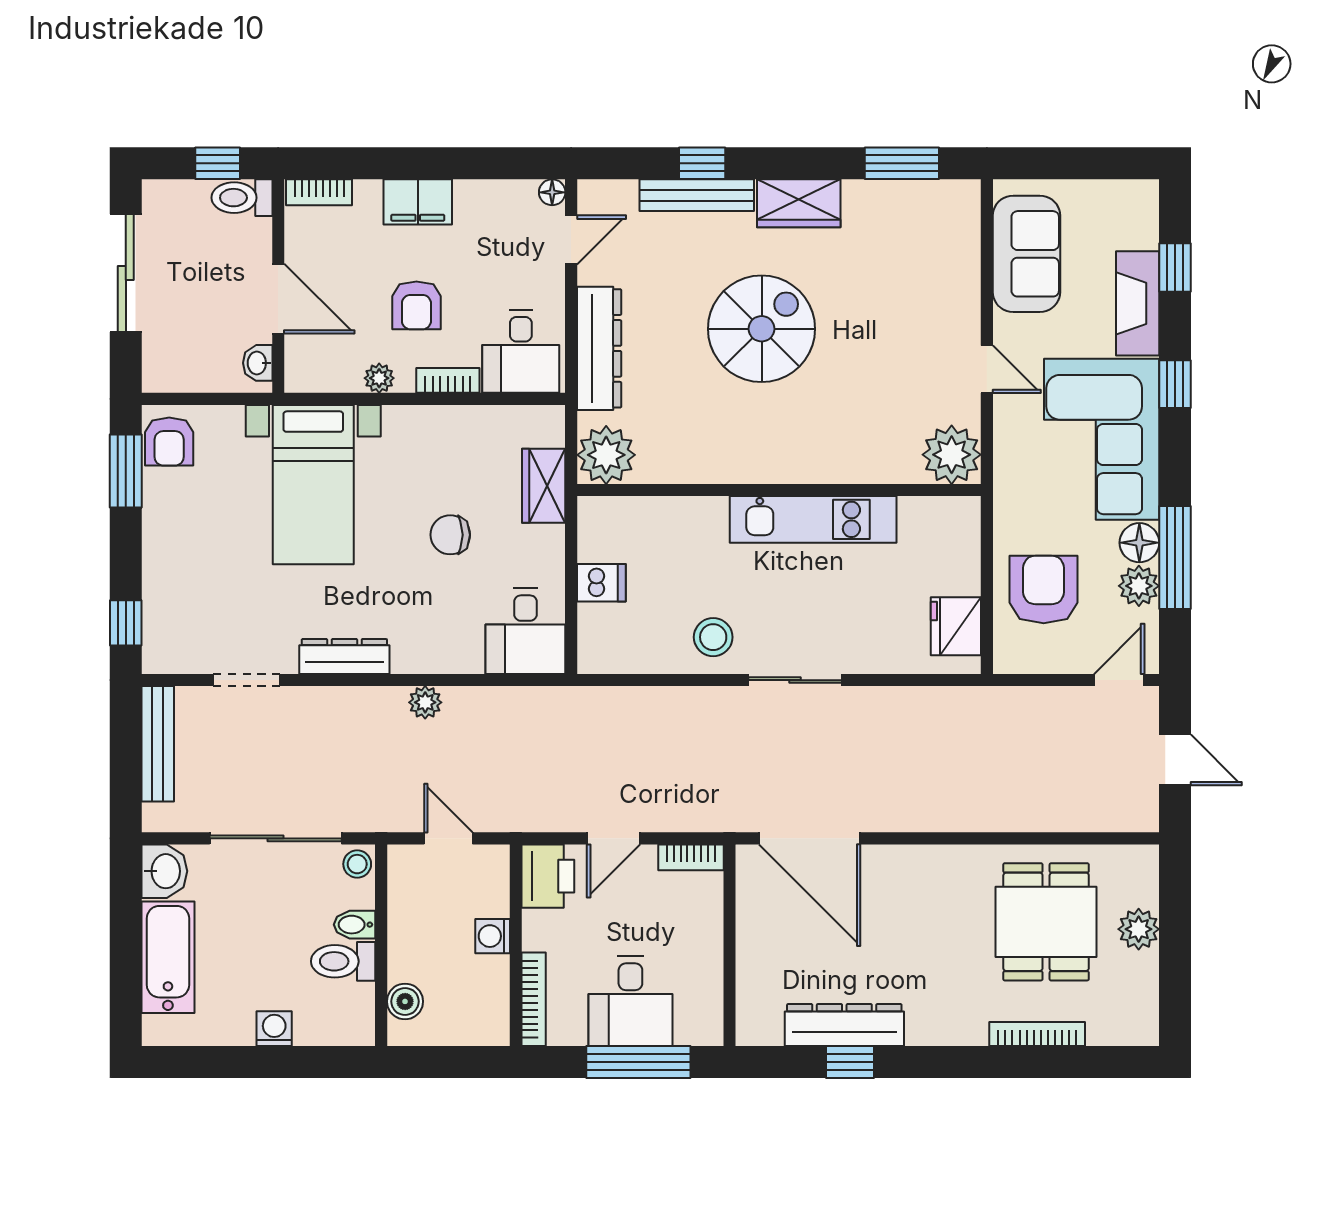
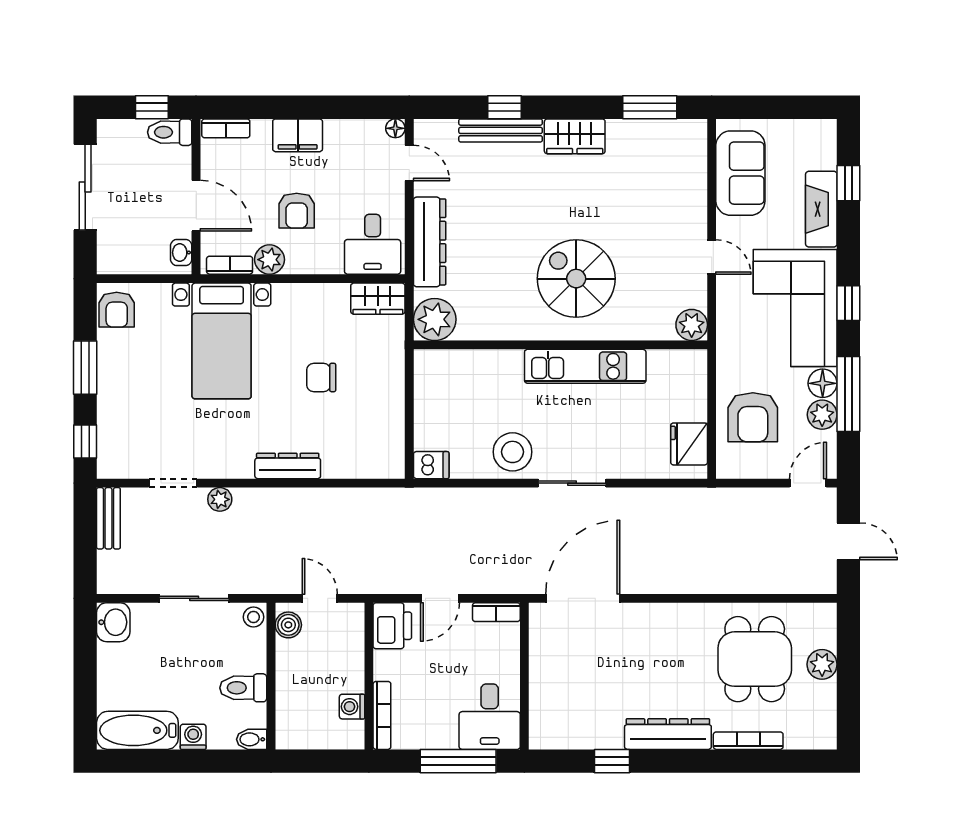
door: (571, 240) -> (409, 163), hinge flipped
spiral stairs: (762, 329) -> (576, 279), moved, turned -90
plant: (379, 378) -> (270, 260), width x1.38, depth x1.38
bookcase: (448, 380) -> (230, 265), moved
window: (1175, 384) -> (848, 303), moved
plant: (952, 455) -> (692, 325), width x0.73, depth x0.73
window: (126, 471) -> (85, 368), moved
wardrobe: (544, 486) -> (378, 299), moved, turned -90
dishwasher: (601, 583) -> (431, 465), moved
armchair: (1044, 589) -> (753, 417), turned 180
desk: (525, 631) -> (376, 448), removed
stool: (713, 637) -> (512, 452), width x1.38, depth x1.38
dresser: (344, 656) -> (288, 466), moved
plant: (425, 702) -> (220, 499), moved
bench: (158, 744) -> (108, 518), width x0.73
sliding door: (276, 838) -> (194, 598), width x0.73
door: (810, 838) -> (583, 598), swing flipped
bidet: (355, 925) -> (252, 739), moved
washing machine: (493, 936) -> (352, 707), moved
bathtub: (168, 957) -> (137, 730), moved, turned -90
boiler: (405, 1001) -> (288, 625), moved
desk: (630, 1001) -> (490, 717), moved
dresser: (844, 1025) -> (668, 734), moved

